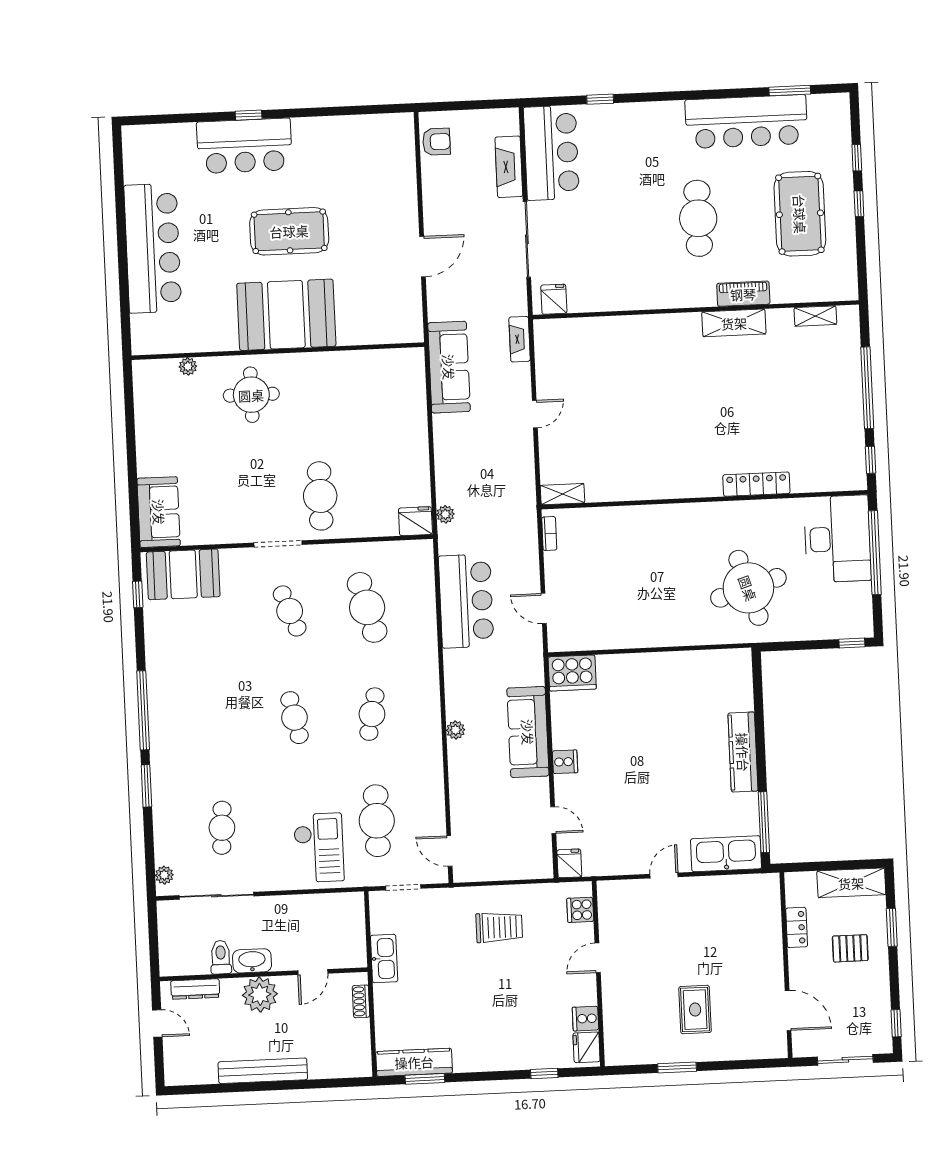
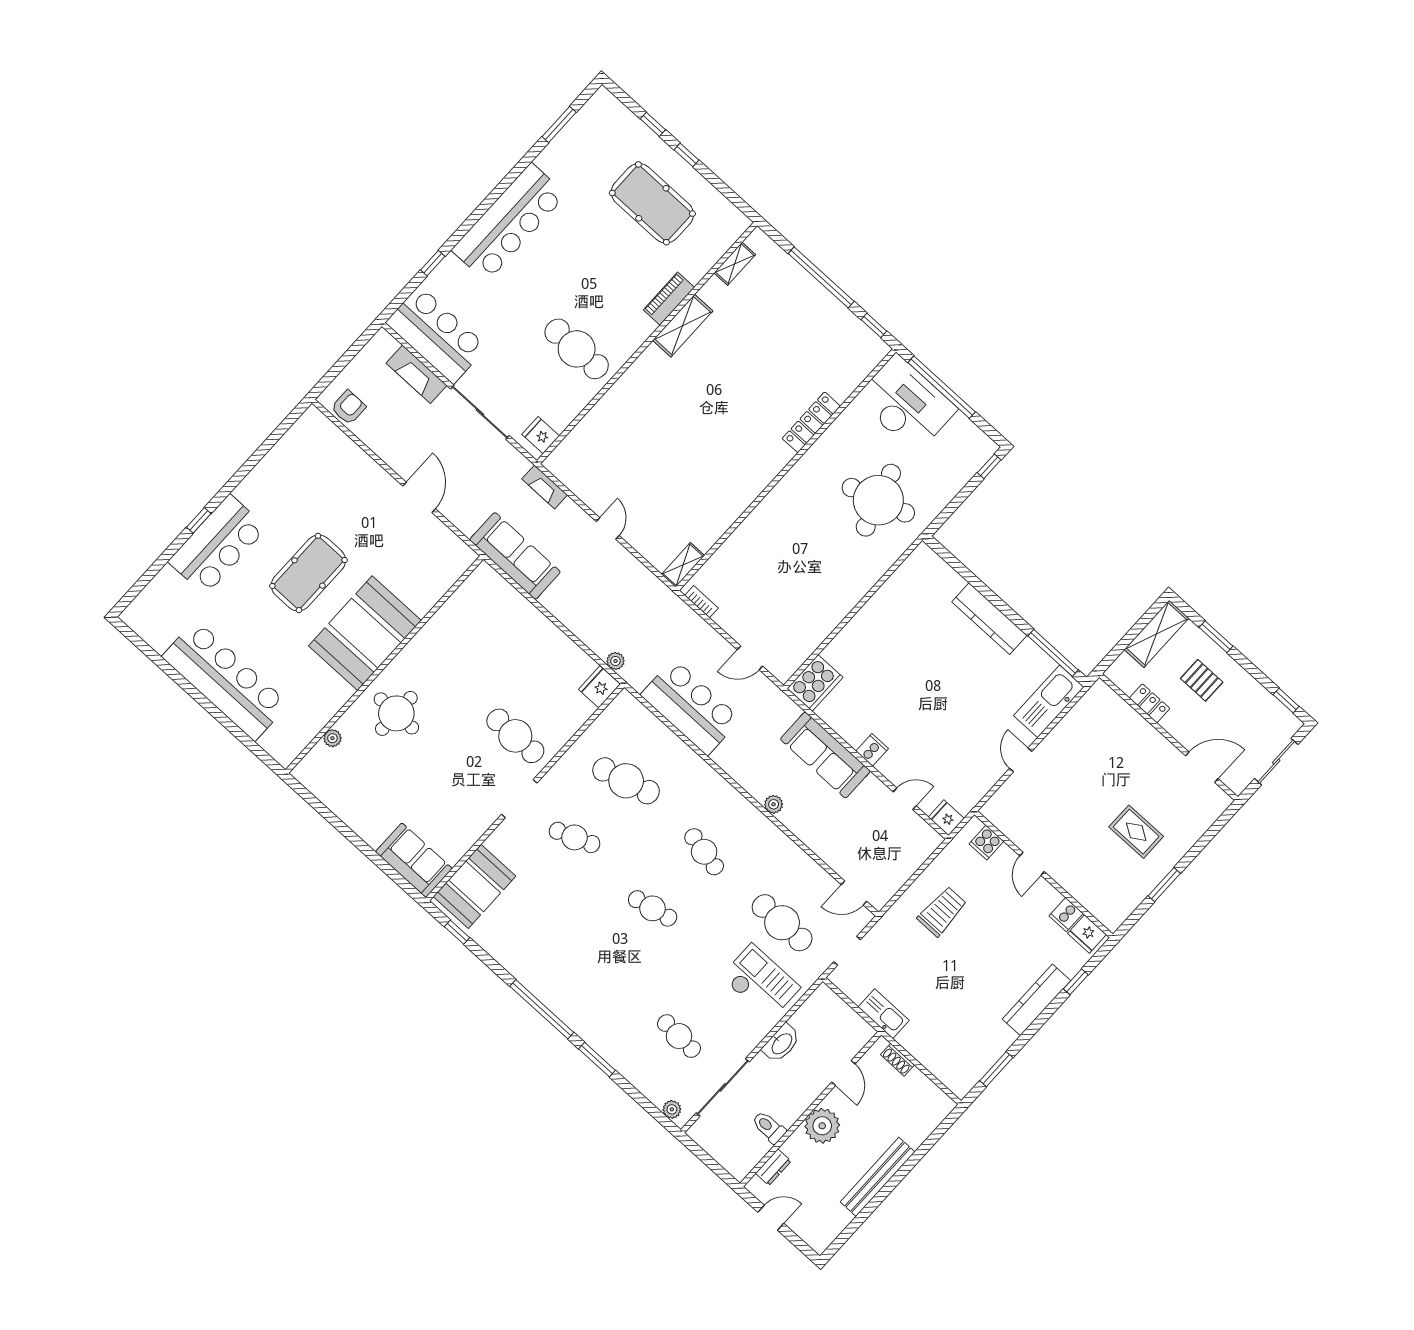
bar counter: (746, 122) -> (509, 222), moved
cafe table: (698, 218) -> (577, 349), moved
pallet: (850, 948) -> (1202, 680), turned 90
washbasin: (252, 961) -> (781, 1043), moved, turned 180
dresser: (195, 989) -> (773, 1167), width x0.70
kitchen counter: (414, 1062) -> (1037, 1000), moved

